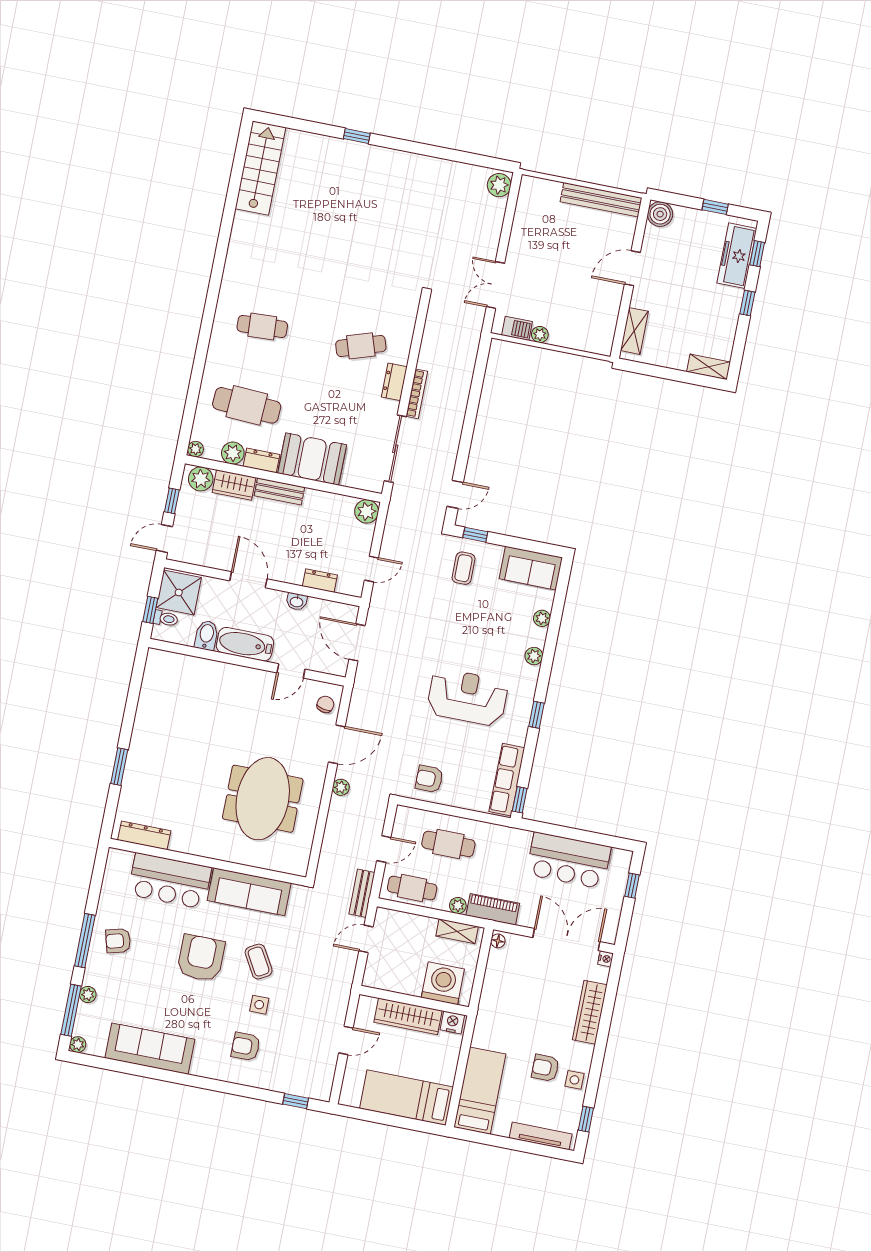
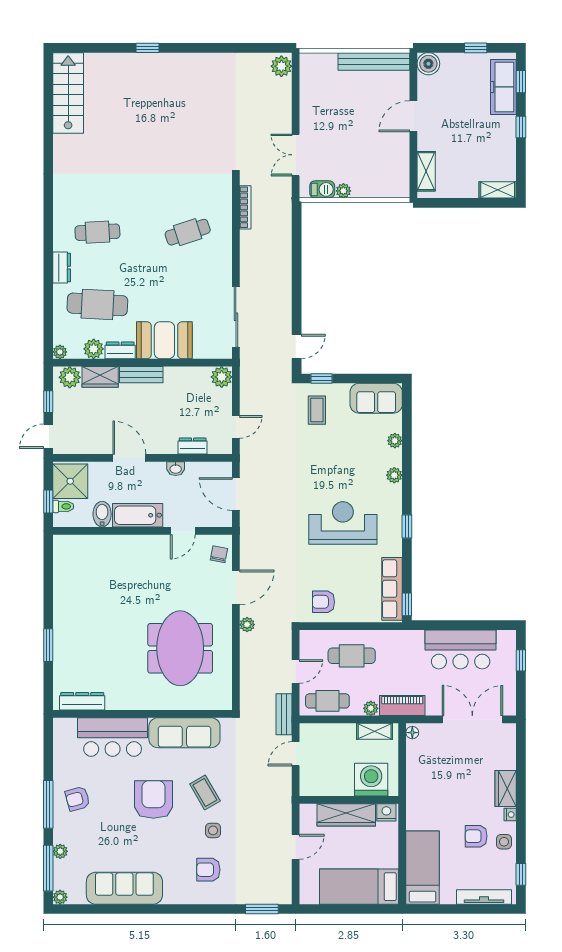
dresser: (394, 382) -> (62, 268), moved, turned 180
bookcase: (417, 394) -> (245, 207), moved
nightstand: (605, 959) -> (510, 815), moved
wardrobe: (590, 1012) -> (506, 788), width x0.67
window: (296, 1101) -> (262, 909), width x1.50

